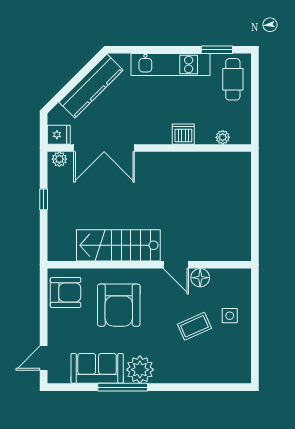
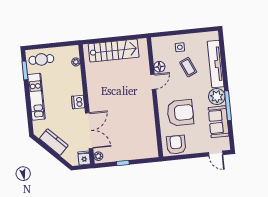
kitchen counter: (91, 86) -> (54, 142), width x0.67
dishwasher: (183, 134) -> (78, 102), moved
stairs: (118, 245) -> (114, 51), moved, turned -90
tv unit: (195, 373) -> (216, 64), added

